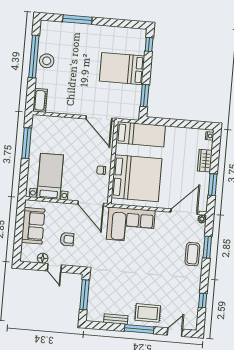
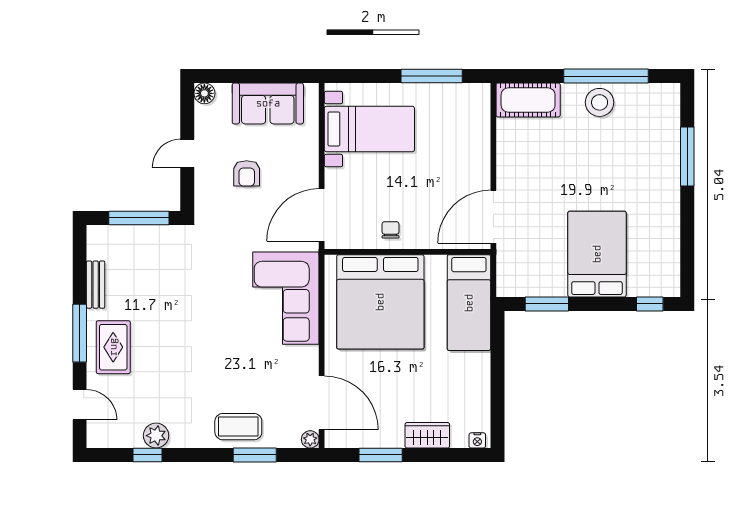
cot: (40, 100) -> (528, 100), width x1.37, depth x1.34
floor lamp: (43, 258) -> (204, 93), moved
plant: (193, 295) -> (156, 436), added

